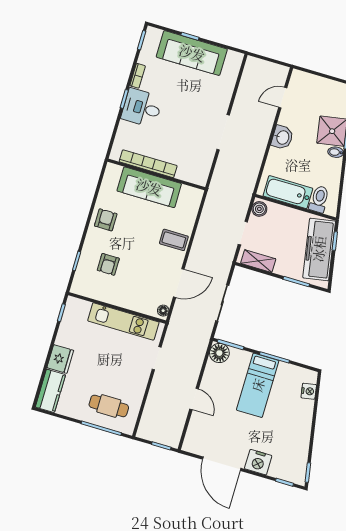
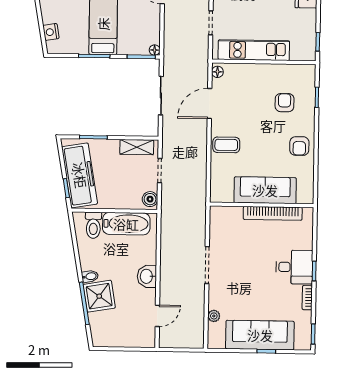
plant: (230, 83) -> (214, 316), added
floor lamp: (219, 353) -> (155, 50), width x0.53, depth x0.53

